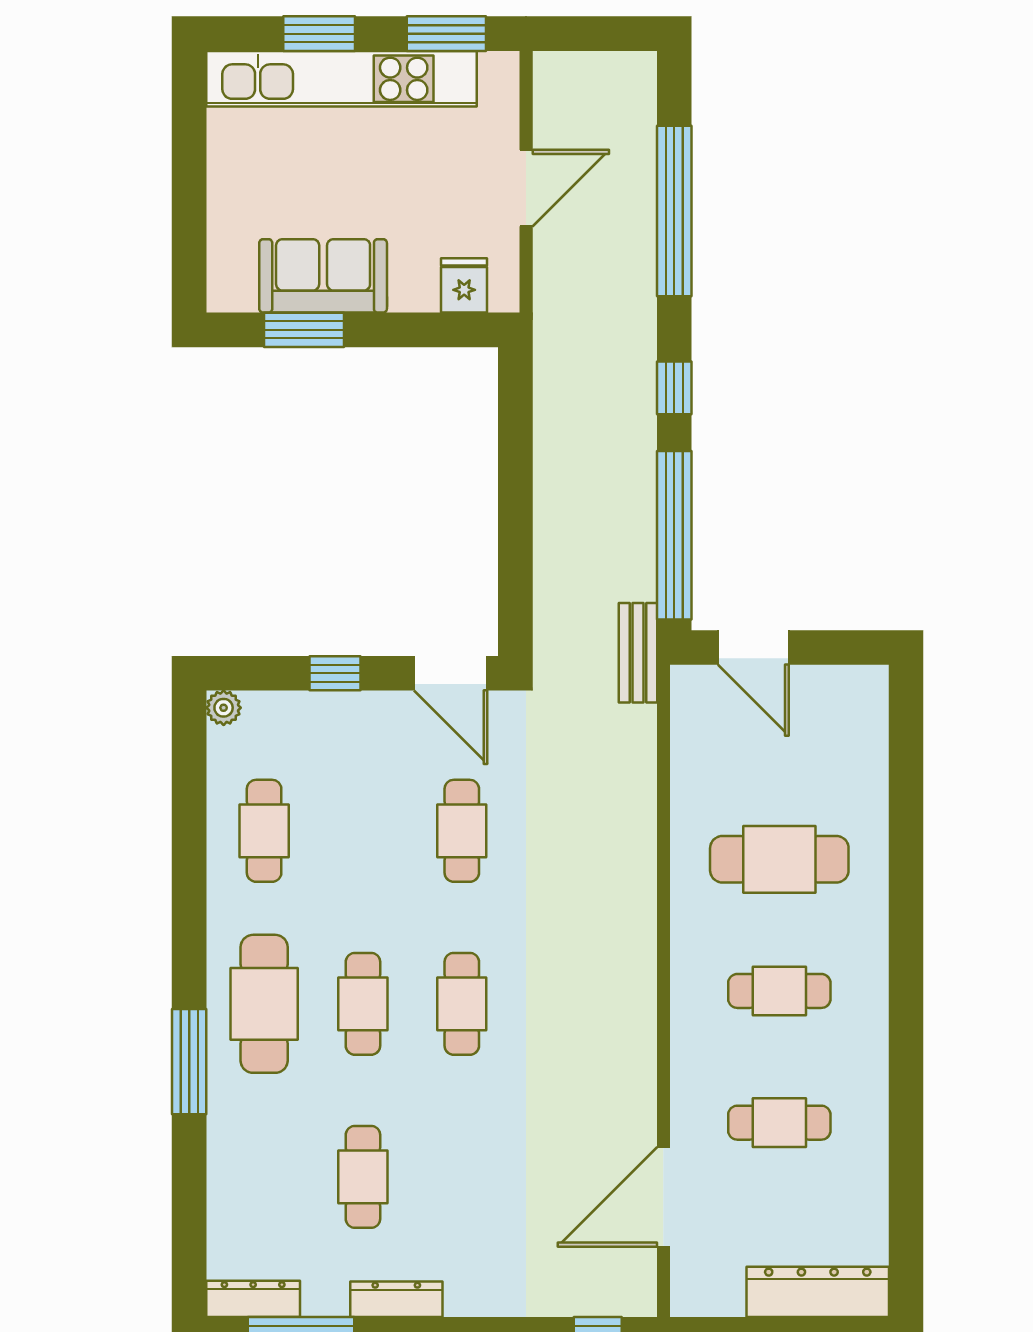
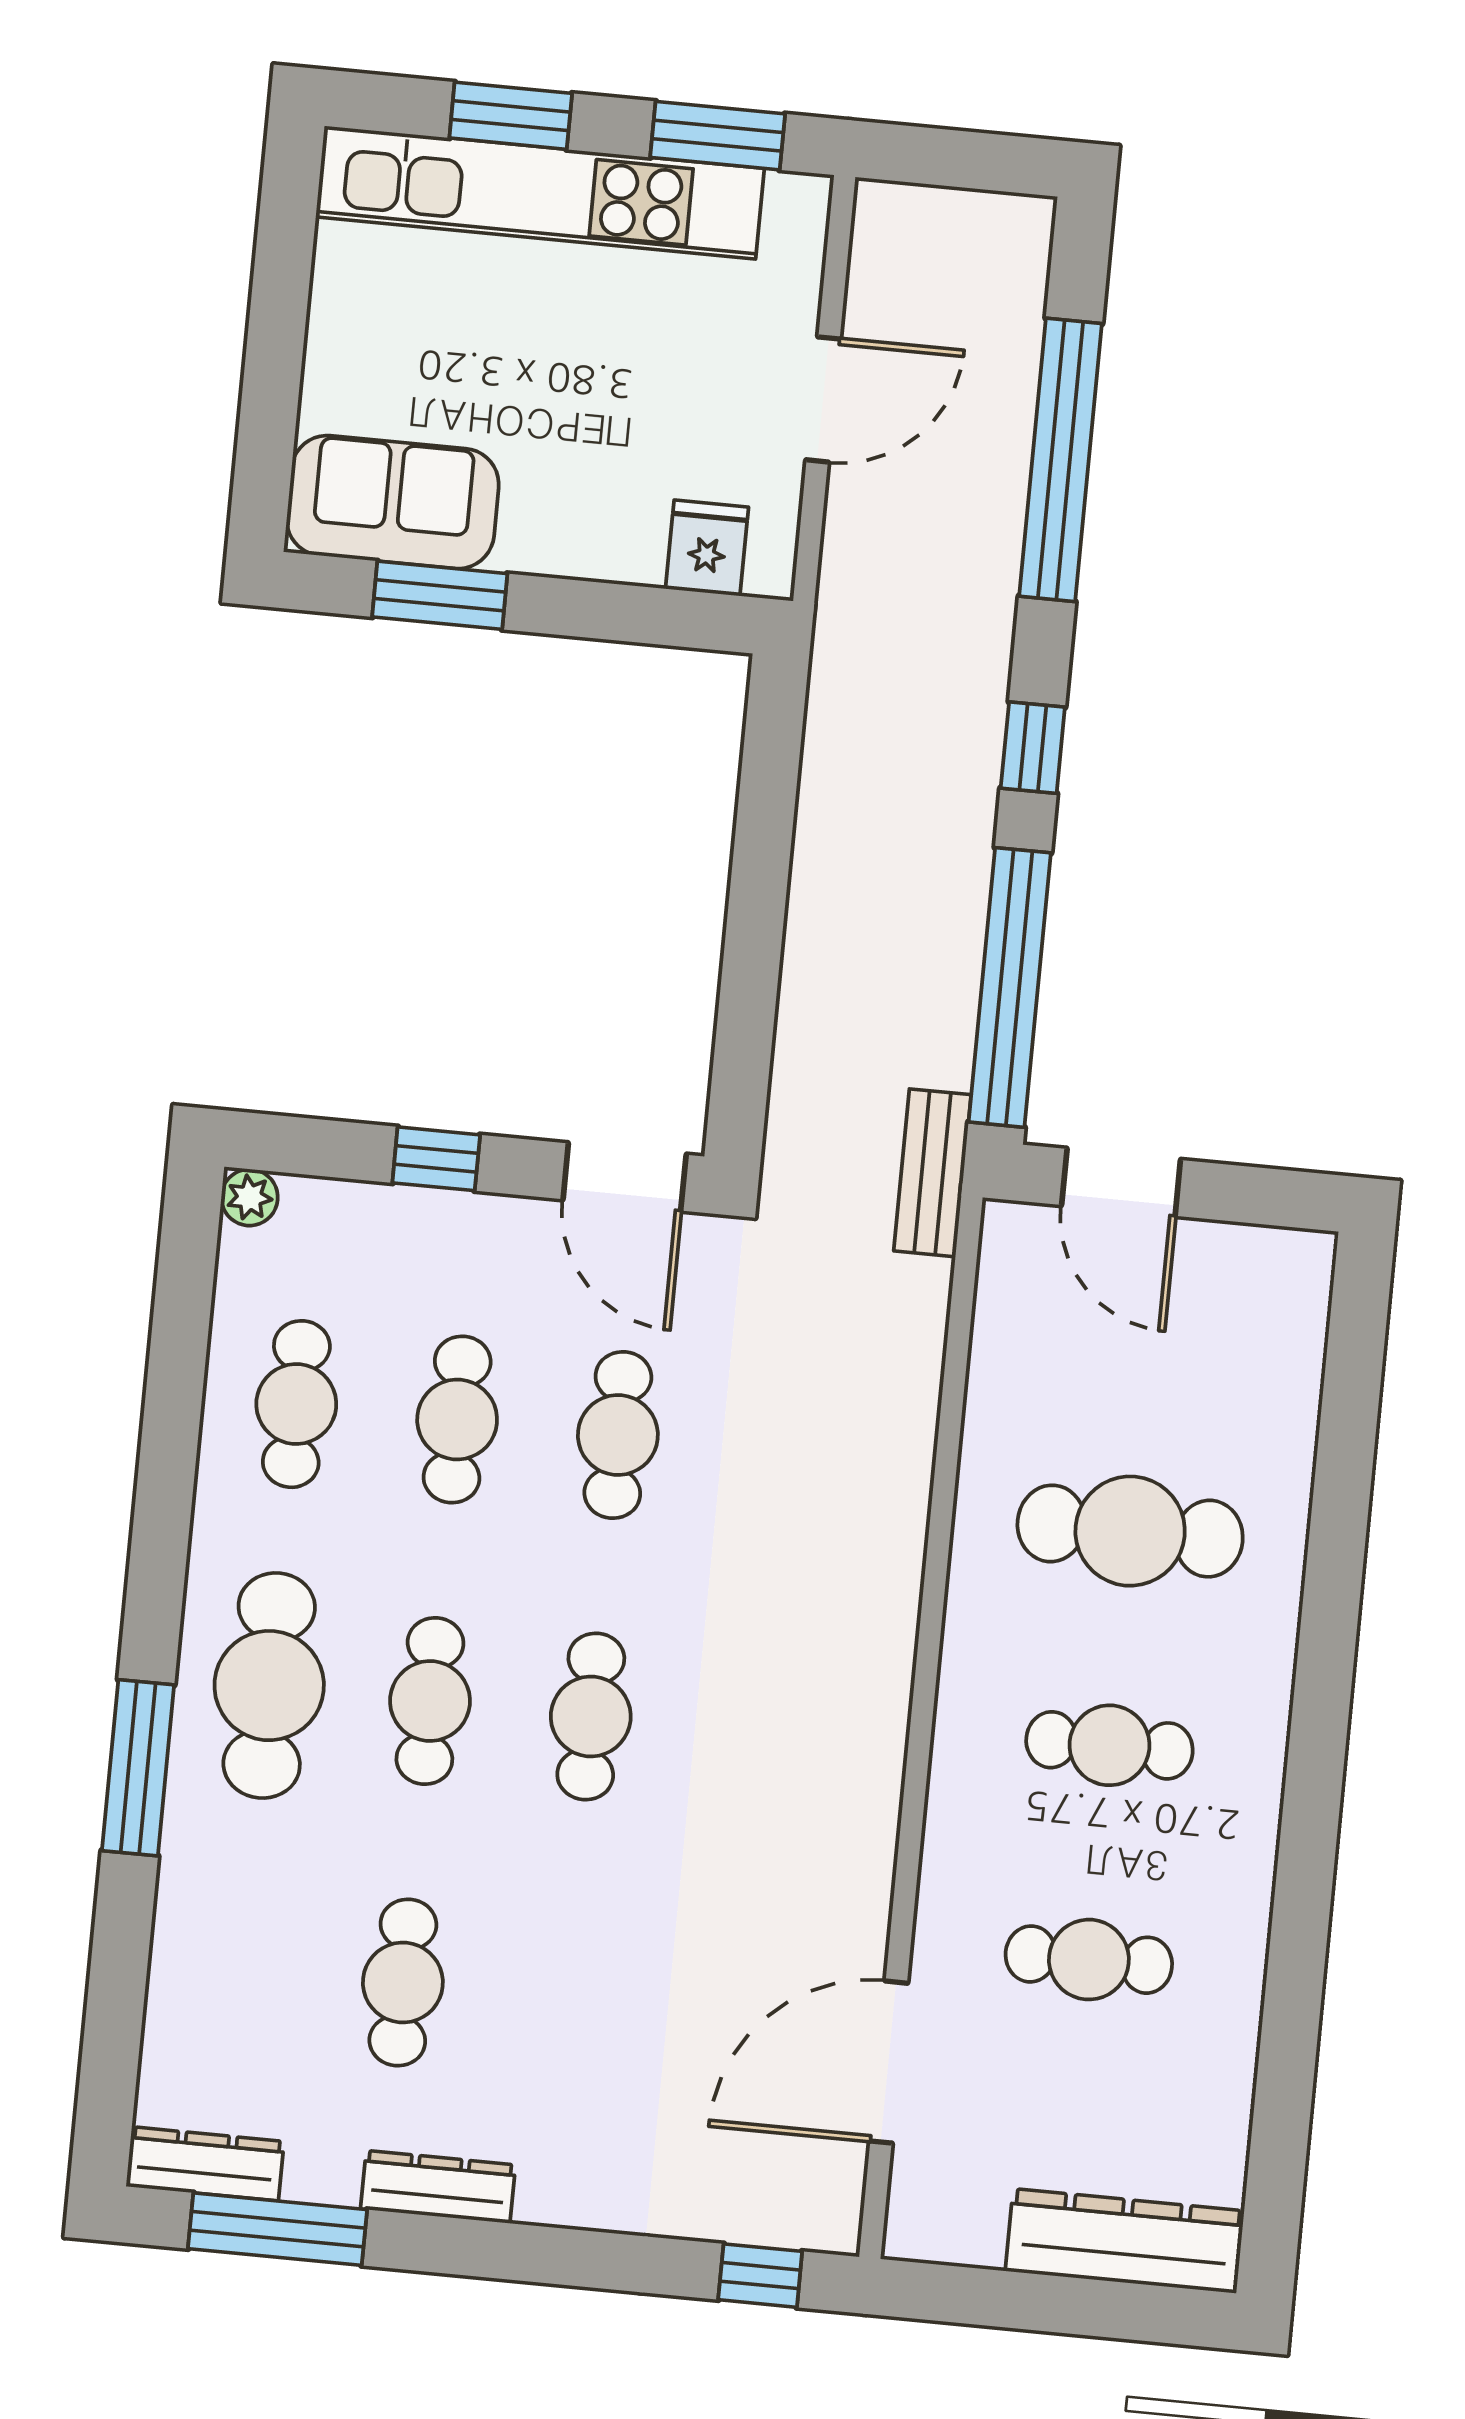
sofa: (323, 276) -> (393, 502), moved
cafe table: (363, 831) -> (457, 1420), added

